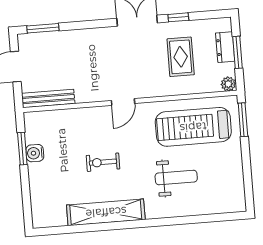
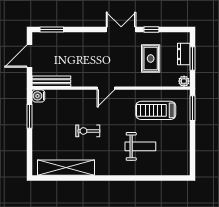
treadmill: (193, 127) -> (156, 110), width x0.73, depth x0.73
water cooler: (35, 153) -> (38, 96), moved
shelving: (106, 212) -> (66, 168), moved

